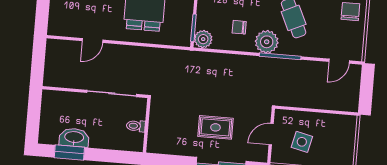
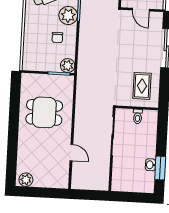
rug: (215, 127) -> (142, 86), moved
washbasin: (74, 138) -> (150, 165), width x0.52, depth x0.69

